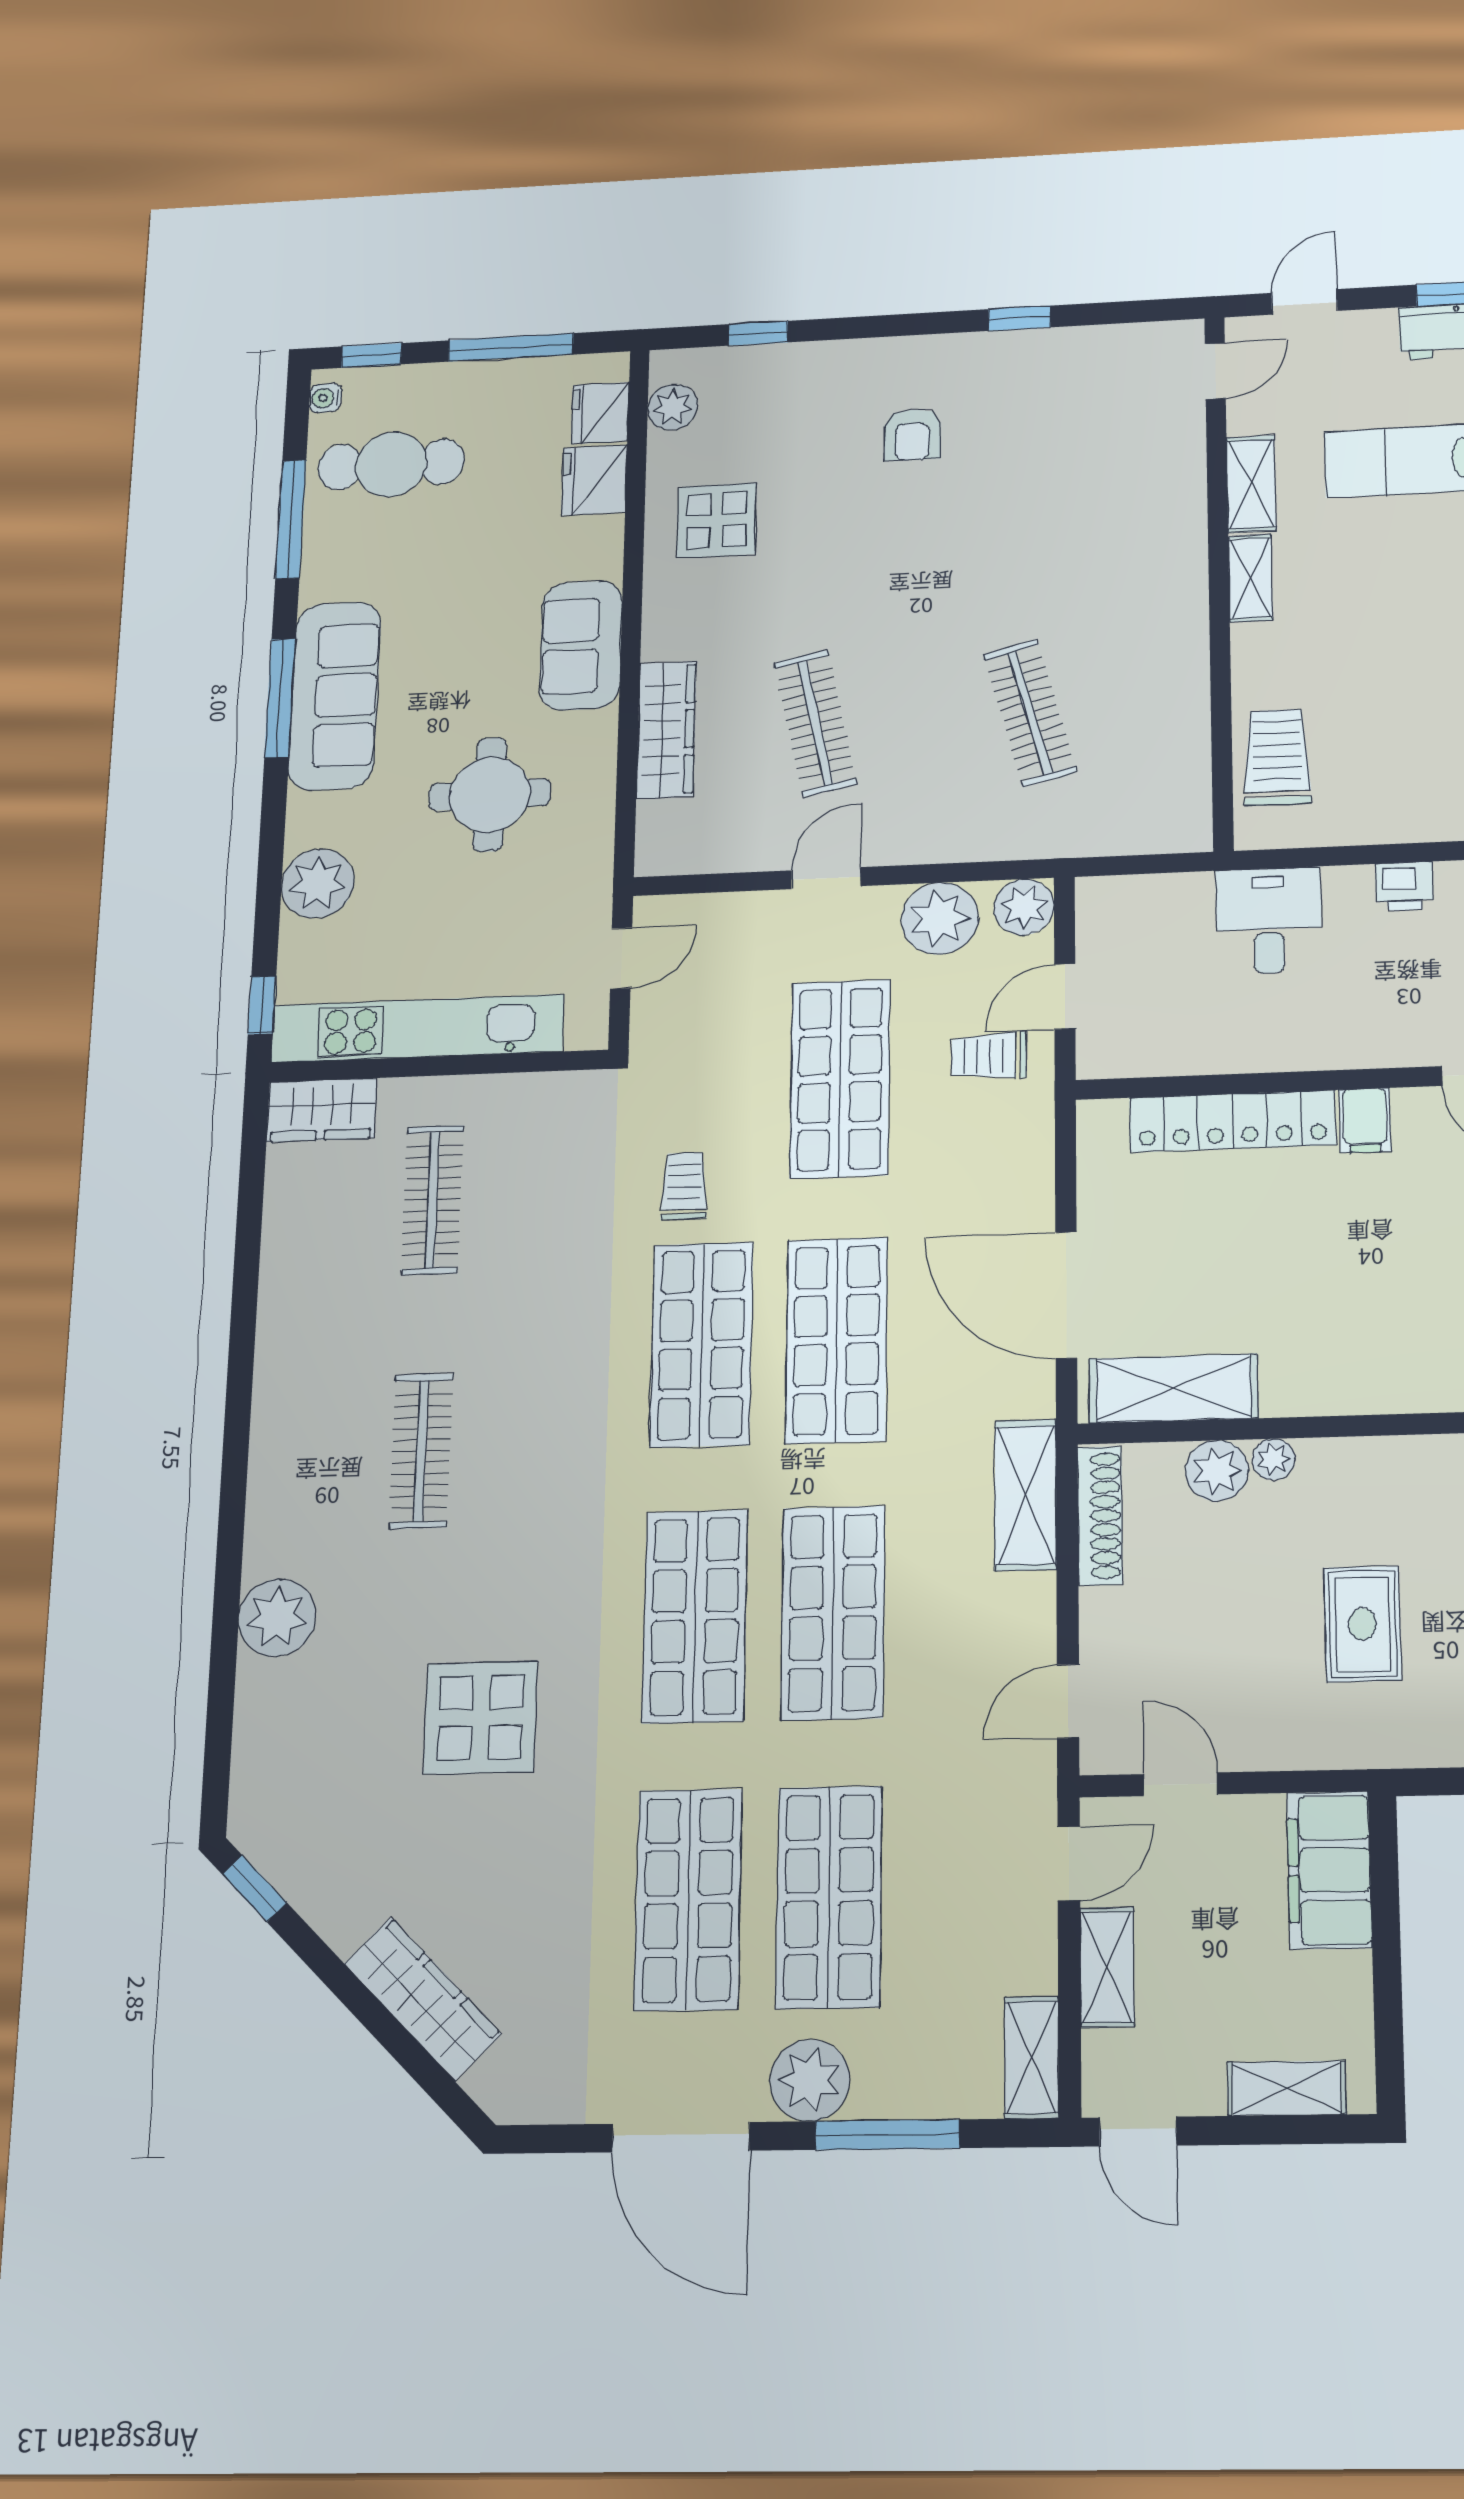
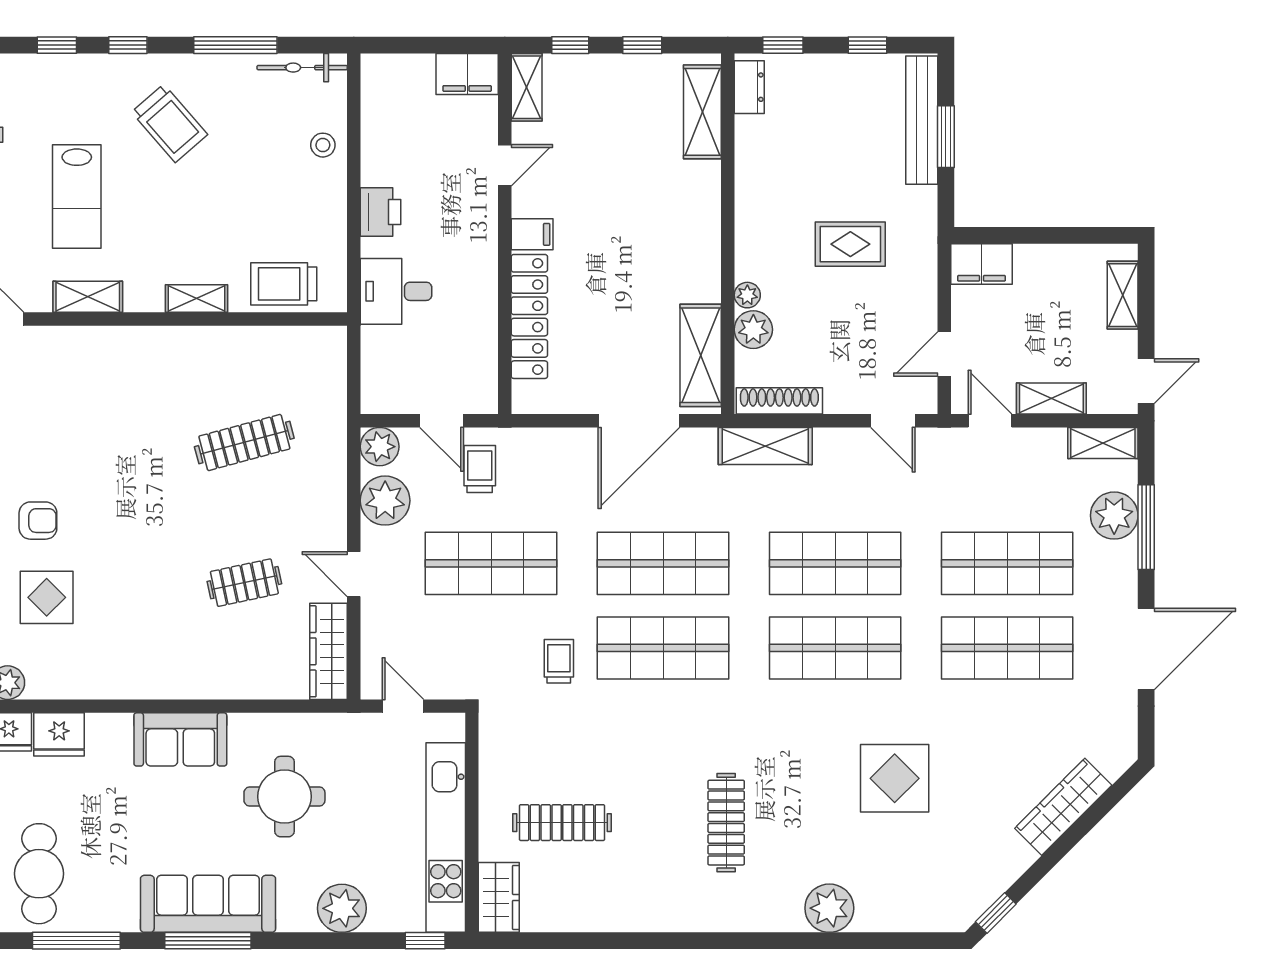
display table: (717, 520) -> (47, 597), moved
shelving: (1250, 578) -> (196, 299), moved
clothes rail: (815, 723) -> (244, 583), width x0.73
wardrobe: (666, 730) -> (329, 651), moved, turned -90
printer: (1404, 886) -> (380, 212), width x1.36, depth x1.24
trolley: (989, 1056) -> (480, 469), turned 180
trolley: (684, 1186) -> (559, 661), turned 90
clothes rail: (421, 1451) -> (726, 823), turned 90
filing cabinet: (1329, 1870) -> (982, 264), width x0.67, depth x0.86
plant: (810, 2080) -> (1114, 516), moved

